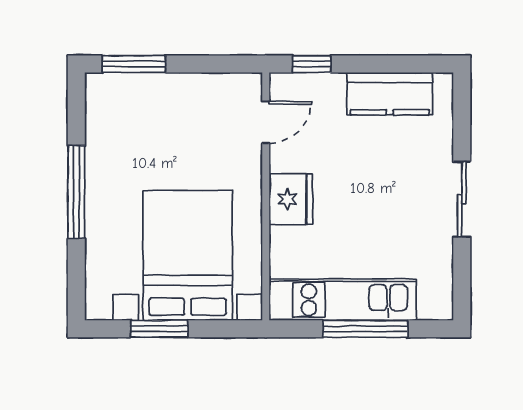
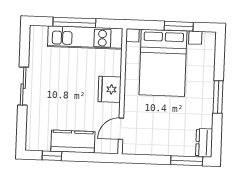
window: (312, 64) -> (52, 156), moved
kitchen counter: (390, 94) -> (73, 141), moved
dresser: (101, 101) -> (204, 143), added
window: (76, 192) -> (218, 97), width x0.69

